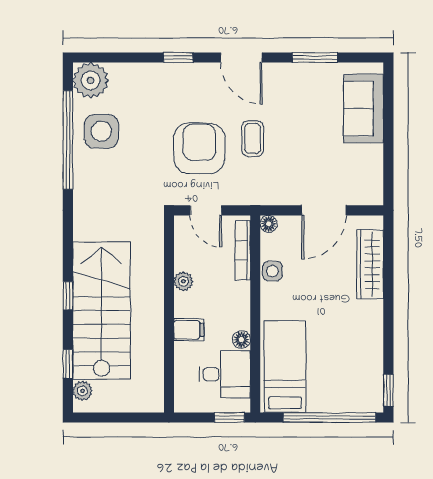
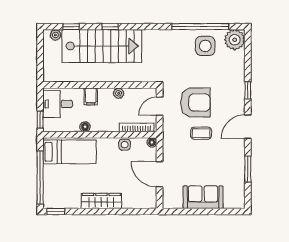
sofa: (364, 109) -> (203, 197), moved
wardrobe: (370, 264) -> (101, 201), moved
desk: (225, 374) -> (58, 104), moved, turned 90

